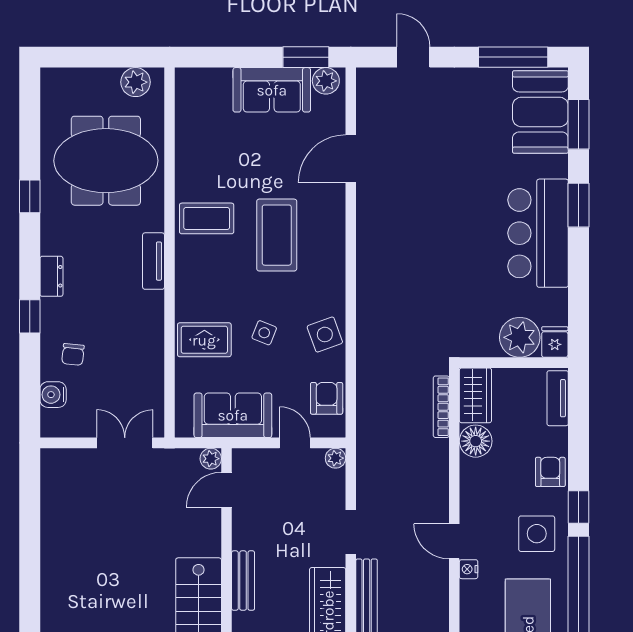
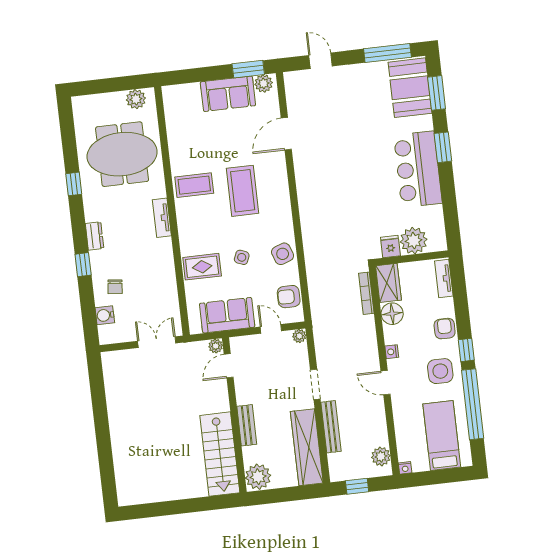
fridge: (555, 342) -> (390, 246), moved
armchair: (327, 398) -> (289, 297), turned -90
nightstand: (469, 569) -> (392, 352), moved

